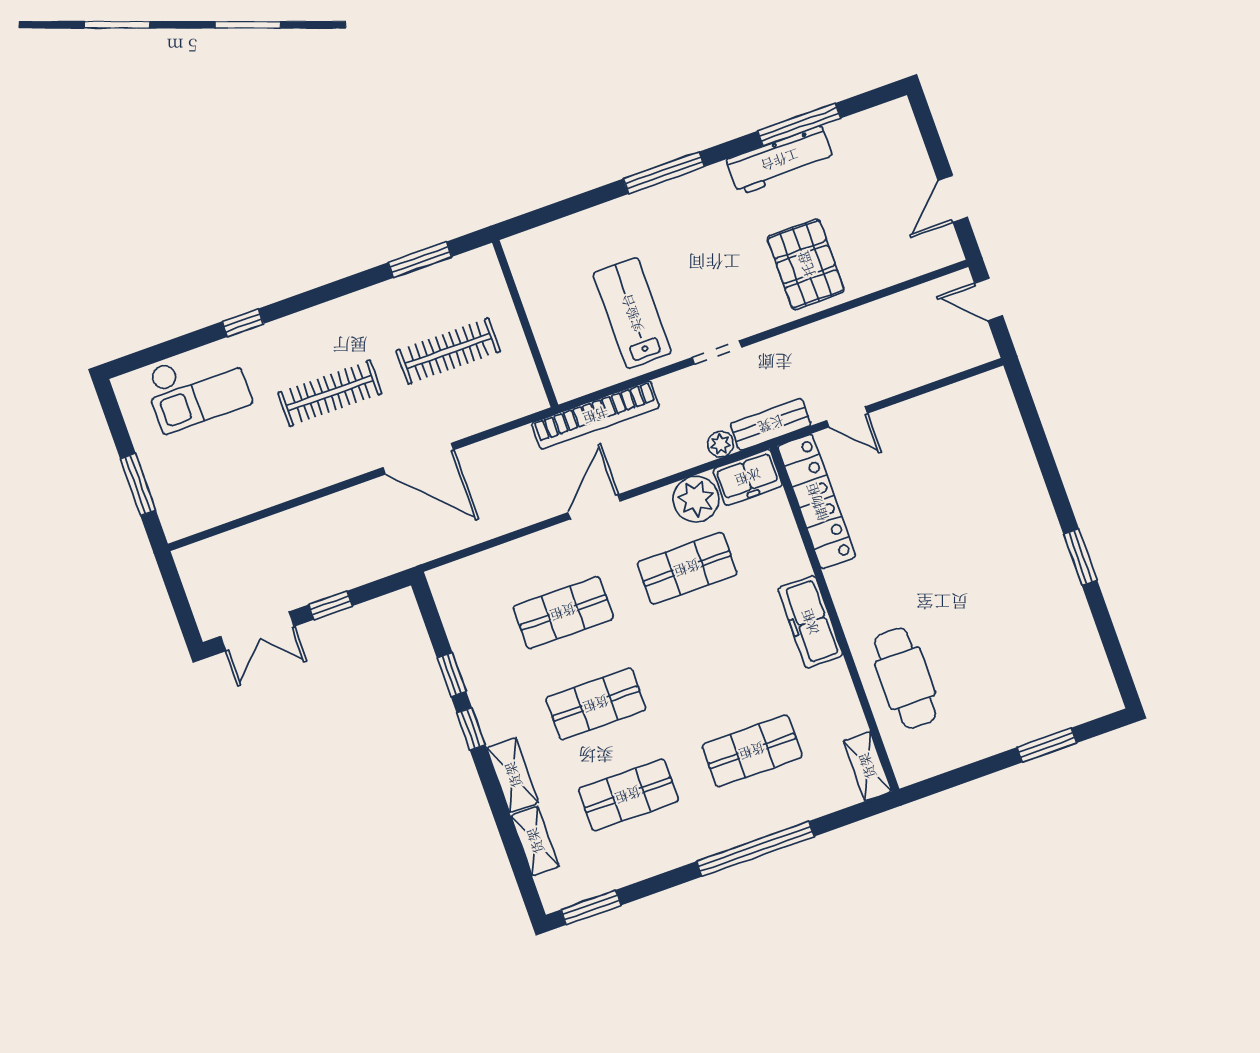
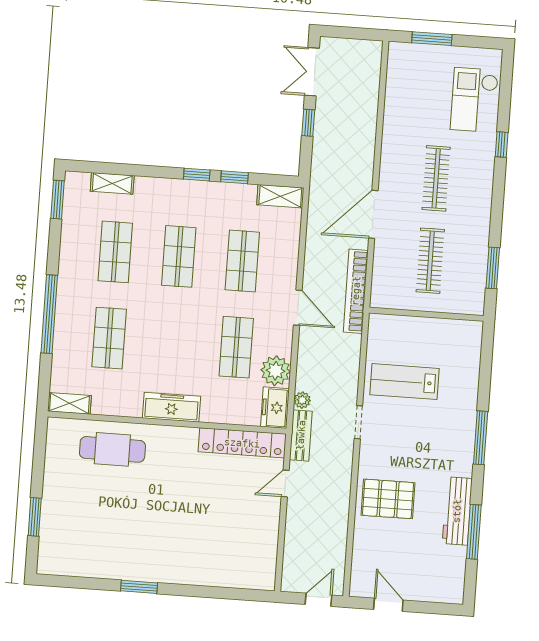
lab bench: (632, 313) -> (405, 382), turned 180
bookcase: (596, 415) -> (356, 291), moved
shelving: (513, 775) -> (280, 196), moved

